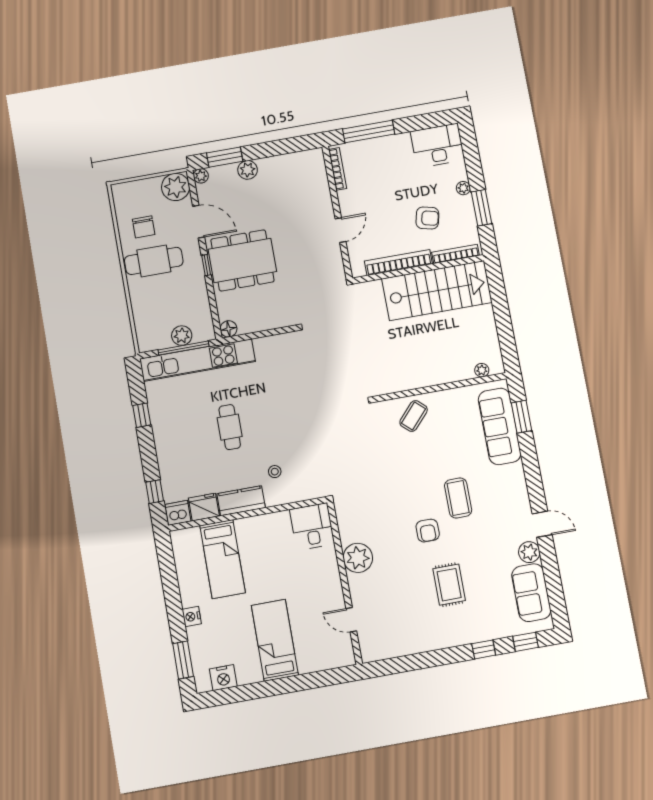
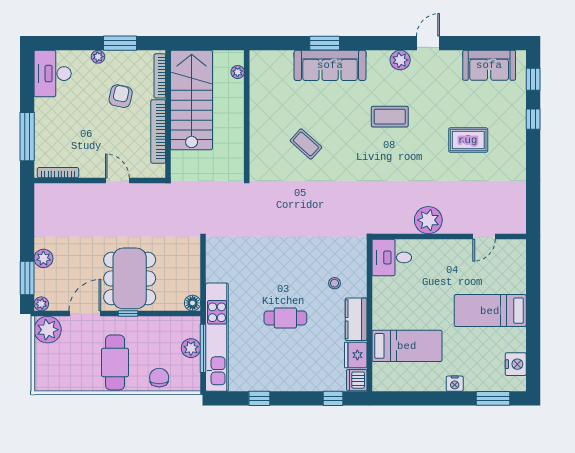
chair: (144, 227) -> (159, 378), moved, turned -90
plant: (482, 370) -> (238, 72), moved
wall: (440, 387) -> (247, 114), moved
armchair: (428, 531) -> (415, 151), removed
plant: (529, 552) -> (400, 60), moved

